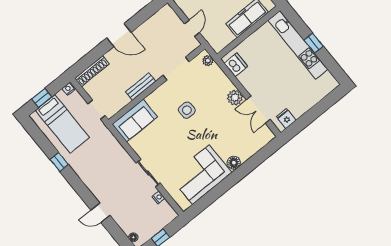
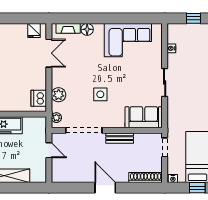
door: (192, 28) -> (49, 150), swing flipped
doorway: (176, 69) -> (84, 130), width x1.36
plant: (235, 98) -> (59, 95), moved
fireplace: (259, 144) -> (68, 28), added
floor lamp: (234, 163) -> (87, 29), moved
sliding door: (148, 173) -> (165, 82), moved

